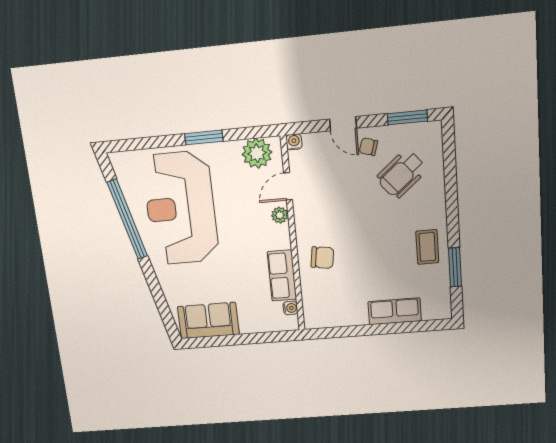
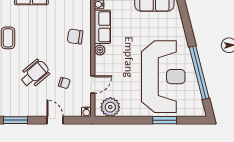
window: (204, 137) -> (165, 120), moved
chair: (368, 147) -> (64, 83), moved
wheelchair: (402, 174) -> (35, 74), moved
plant: (280, 215) -> (100, 50), moved

